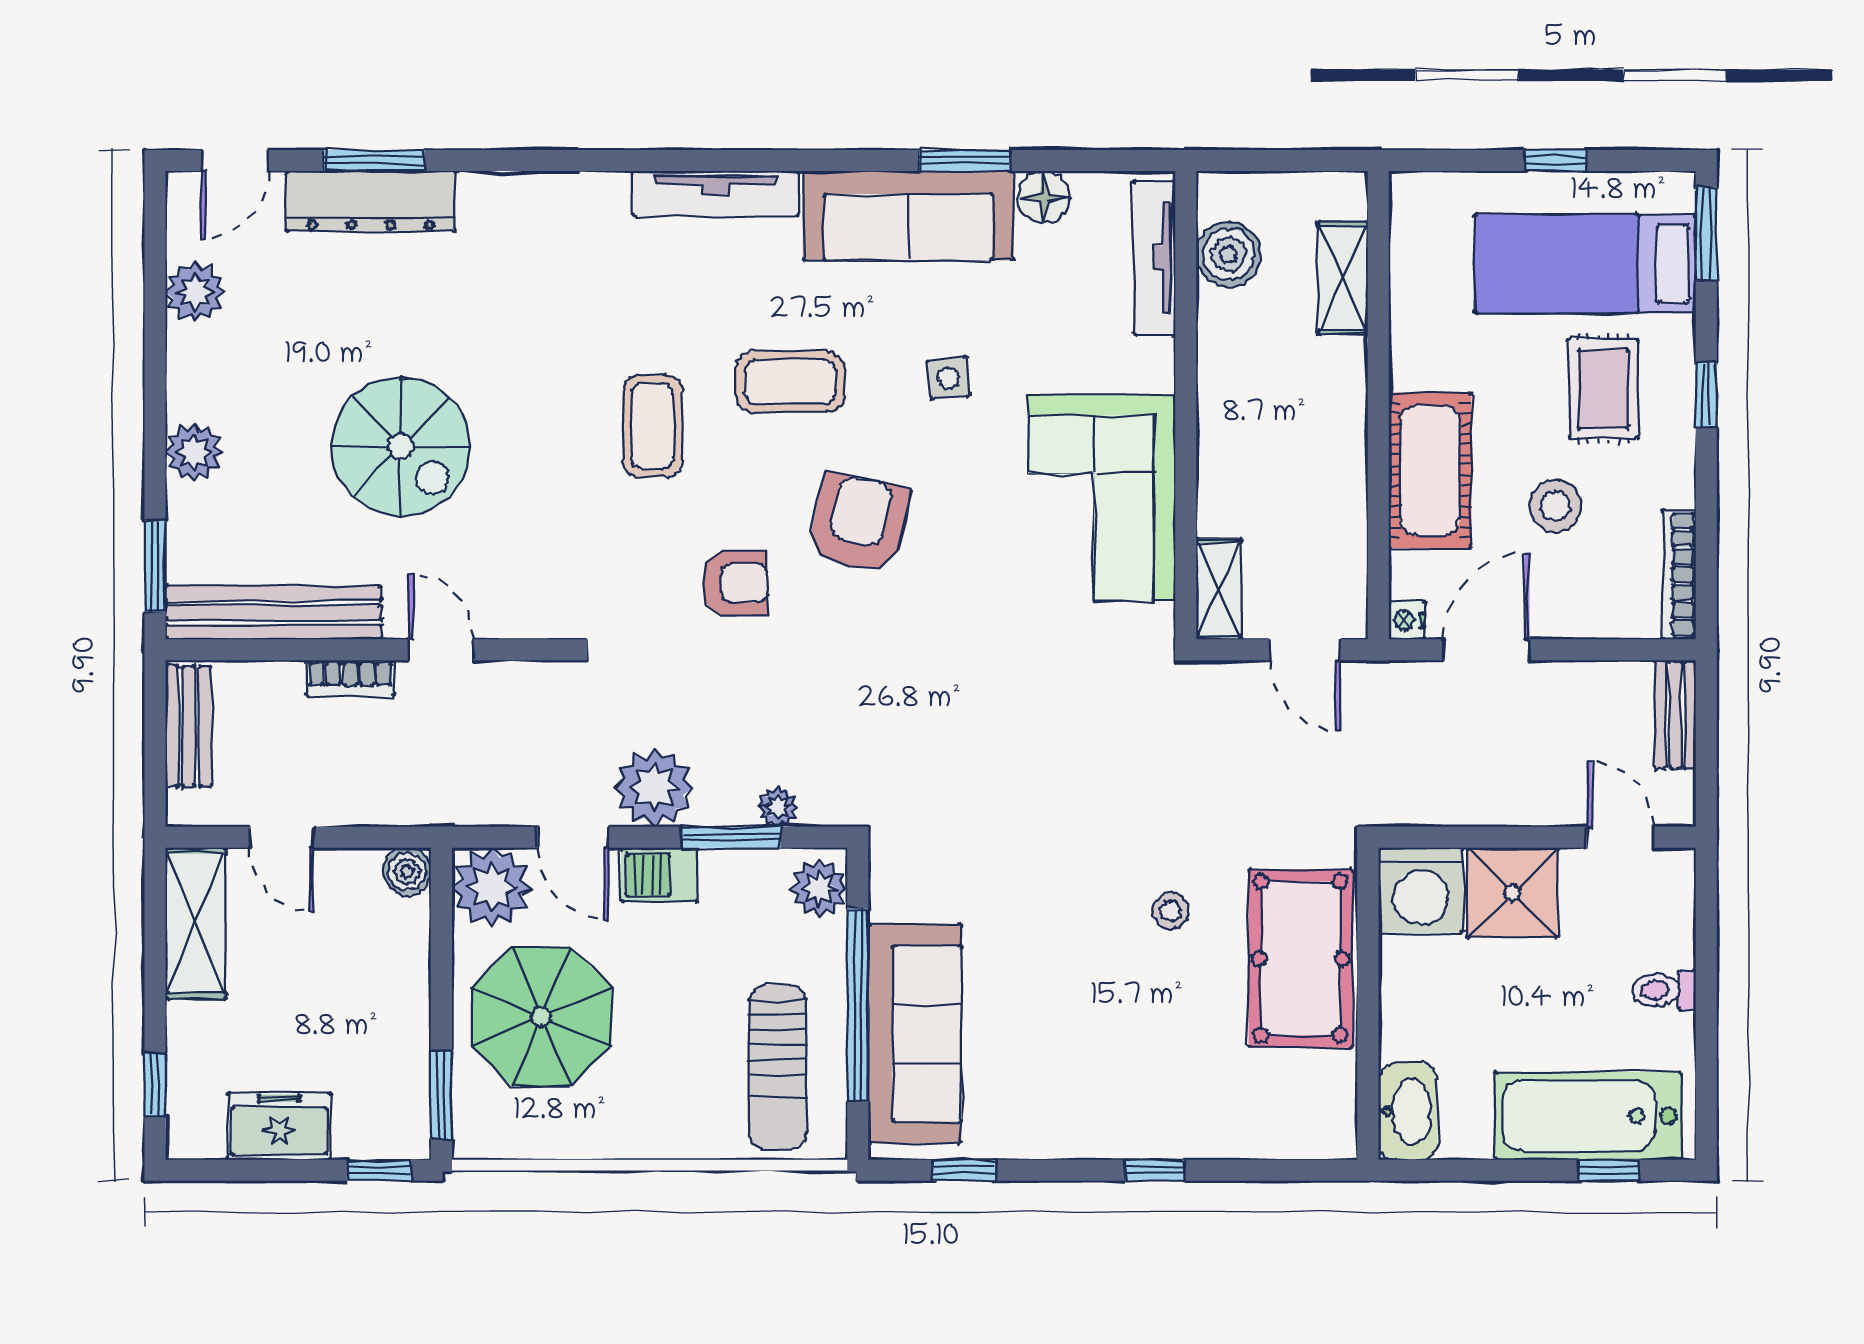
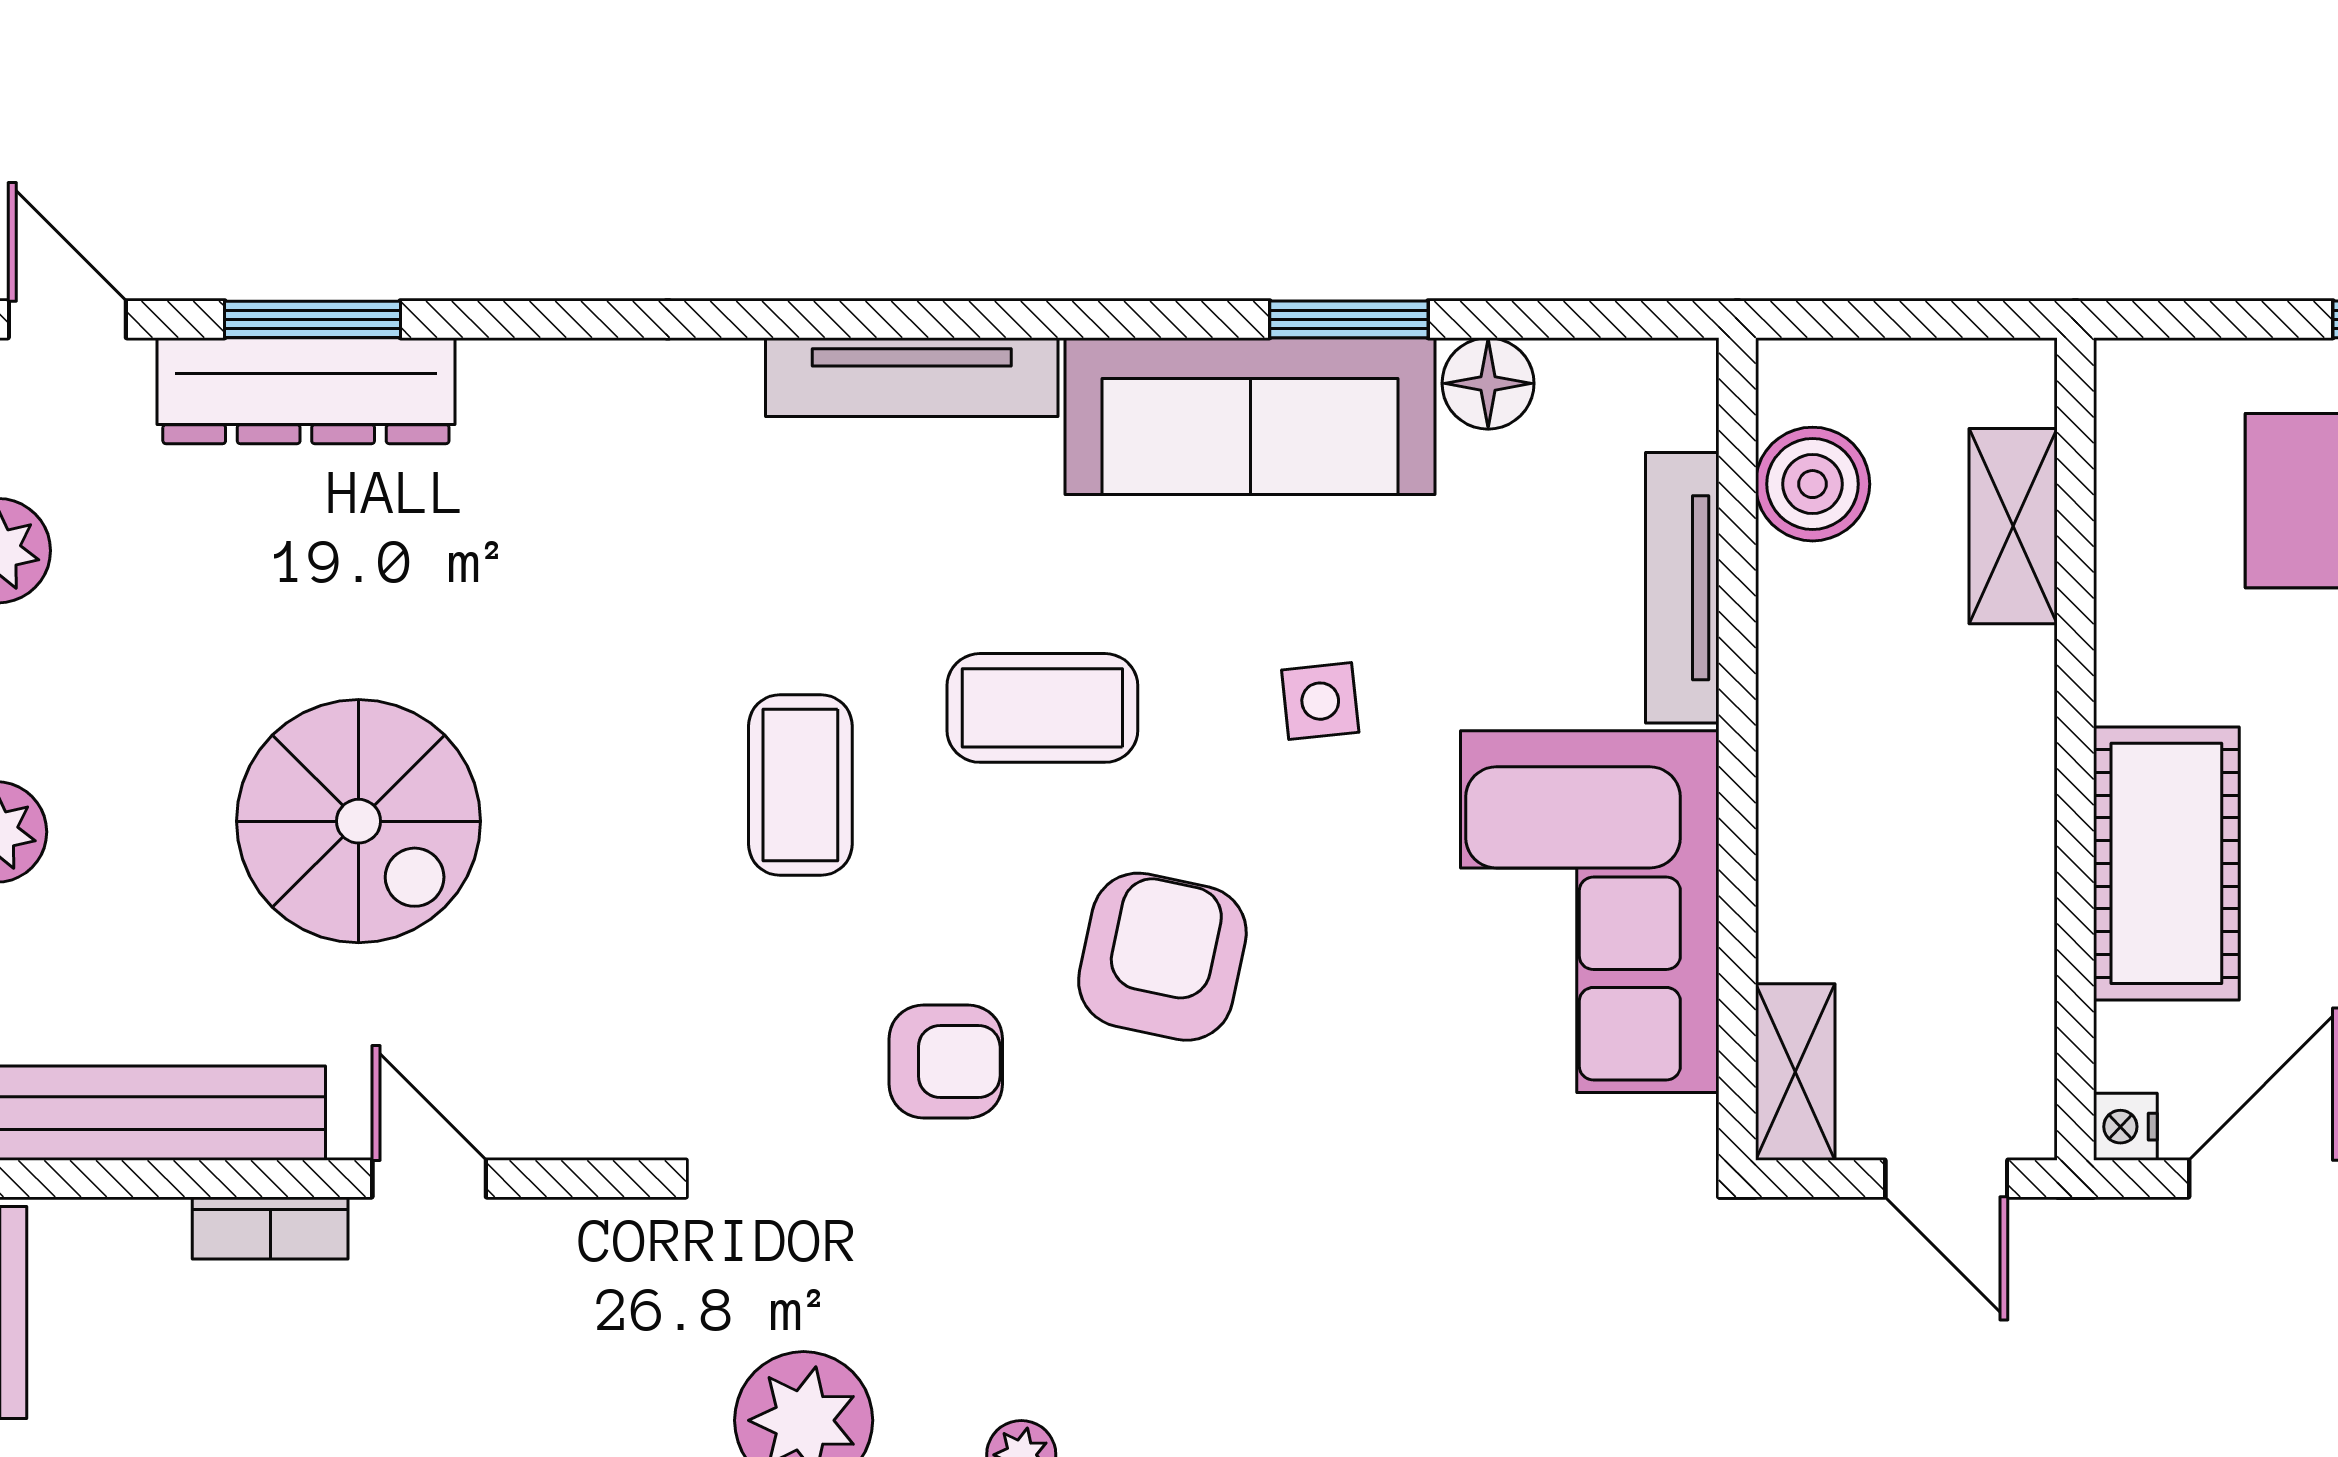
door: (235, 161) -> (67, 319), swing flipped
tv unit: (1154, 258) -> (1682, 588), moved

